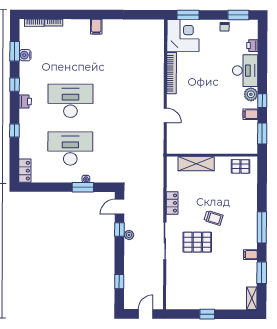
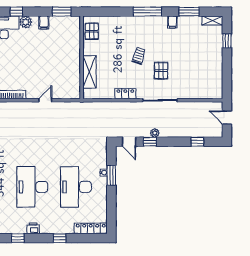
window: (262, 101) -> (16, 12), moved
locker: (25, 171) -> (91, 228), width x1.53
pallet: (197, 242) -> (161, 71), width x0.67, depth x0.71
window: (207, 314) -> (227, 41), moved

